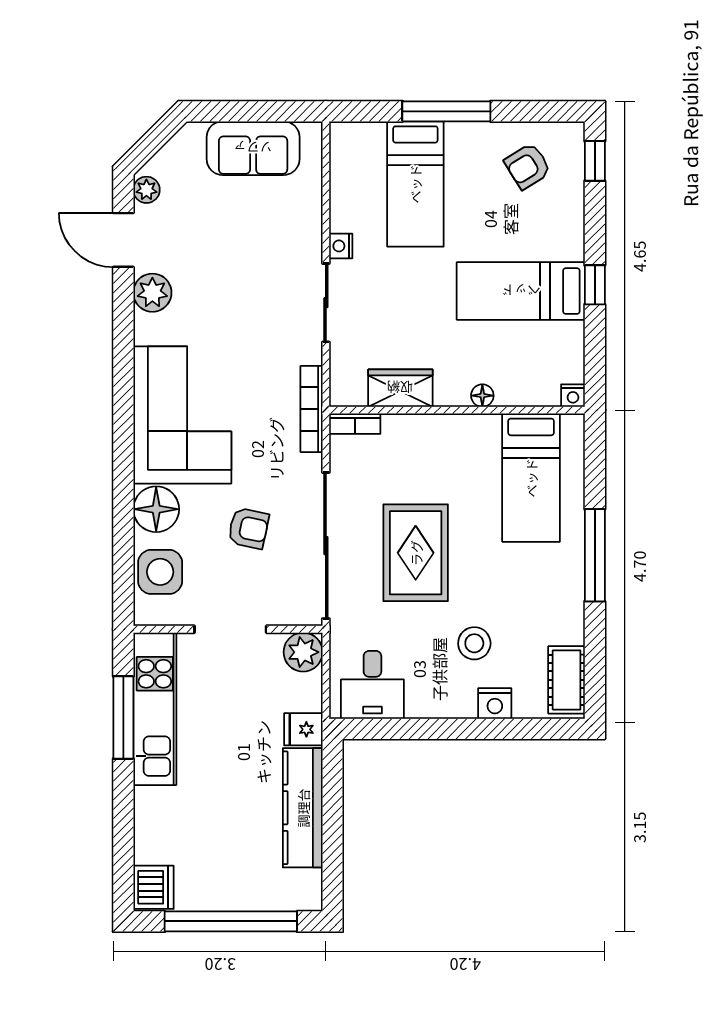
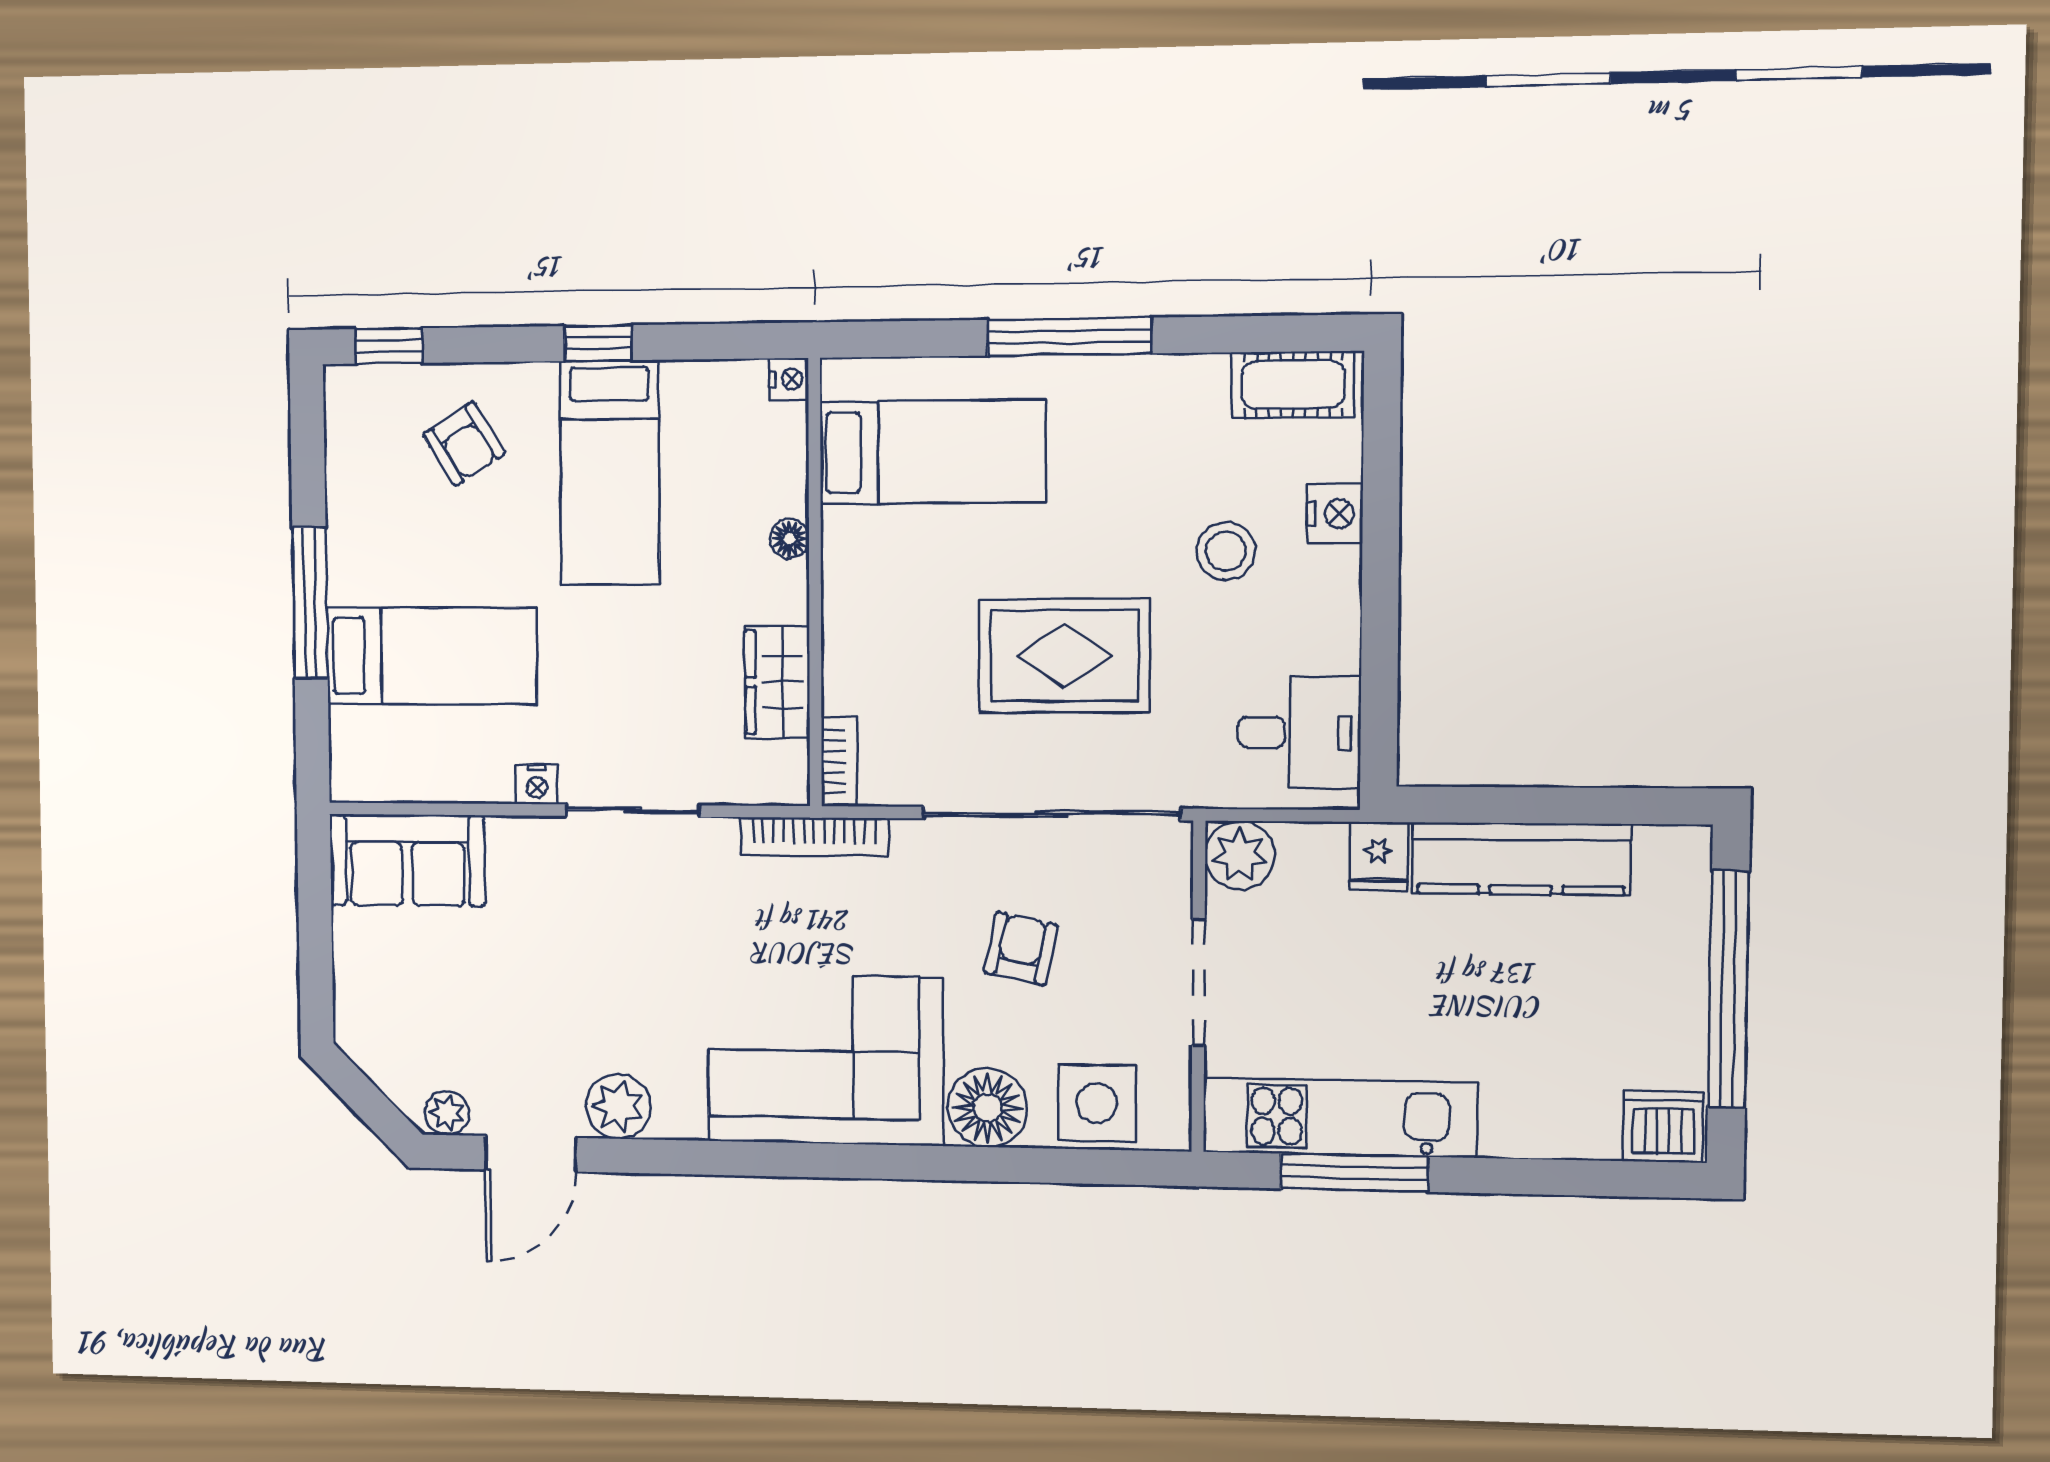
sofa: (253, 148) -> (407, 860), moved, turned 90
armchair: (528, 166) -> (464, 444), moved

